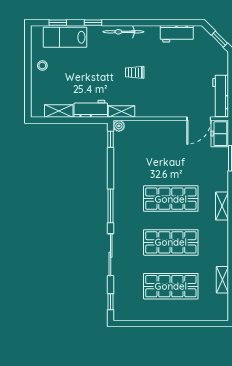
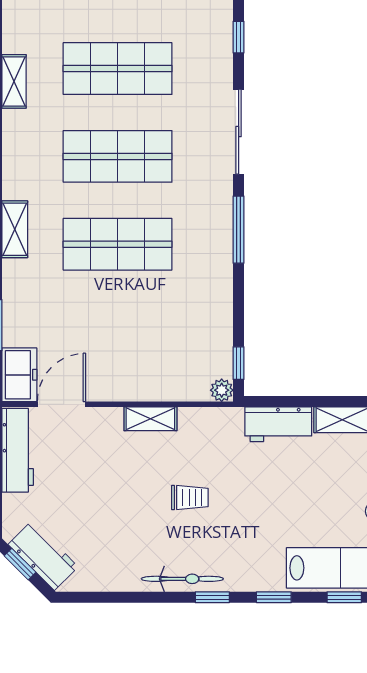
window: (124, 23) -> (212, 597), added
bicycle: (123, 32) -> (182, 579), moved
workbench: (177, 34) -> (43, 556), moved, turned 45
shelving: (122, 112) -> (150, 419), moved

